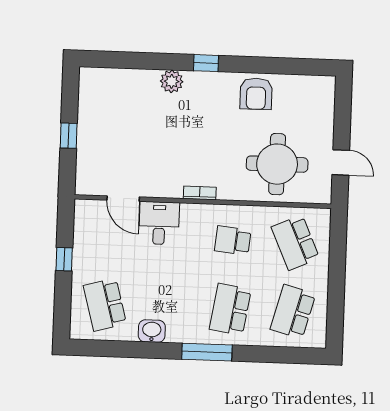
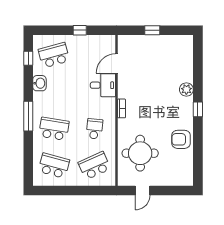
window: (109, 349) -> (28, 58), added

